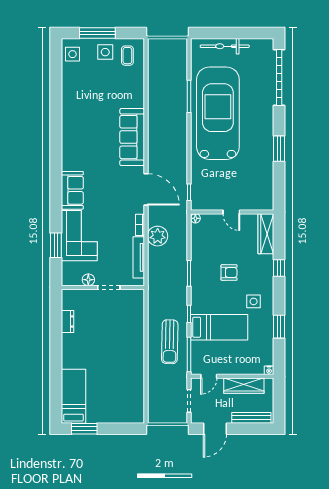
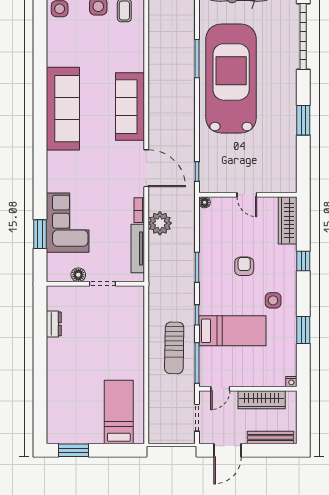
sofa: (72, 190) -> (63, 109), moved, width x1.85, depth x1.27
armchair: (229, 273) -> (244, 266), turned -90
bed: (73, 396) -> (119, 412), moved

